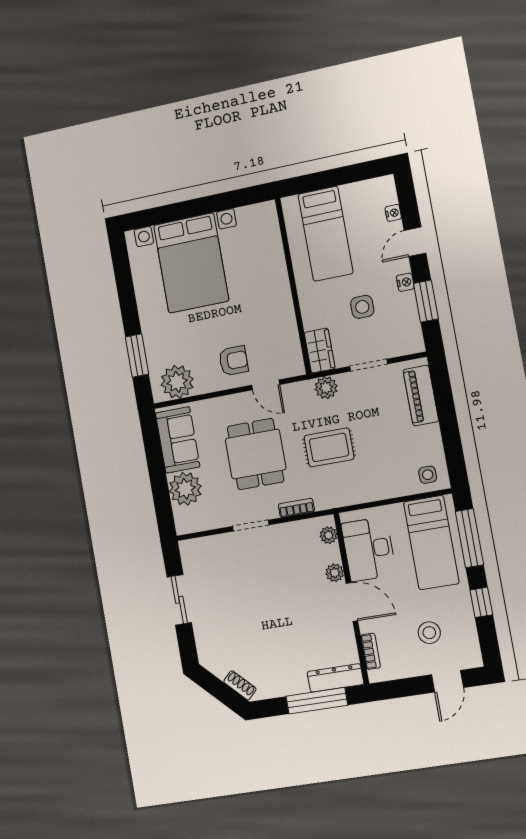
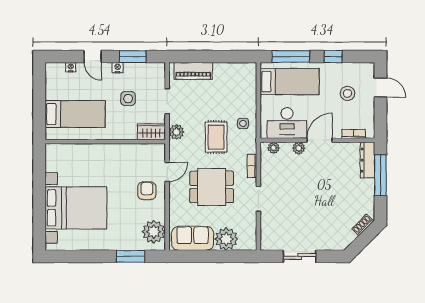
side table: (428, 475) -> (243, 123), moved

